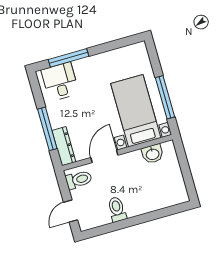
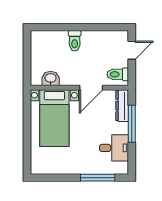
desk: (60, 82) -> (114, 148), moved, turned -90
window: (165, 97) -> (27, 122), removed
toilet: (117, 209) -> (75, 41), moved

